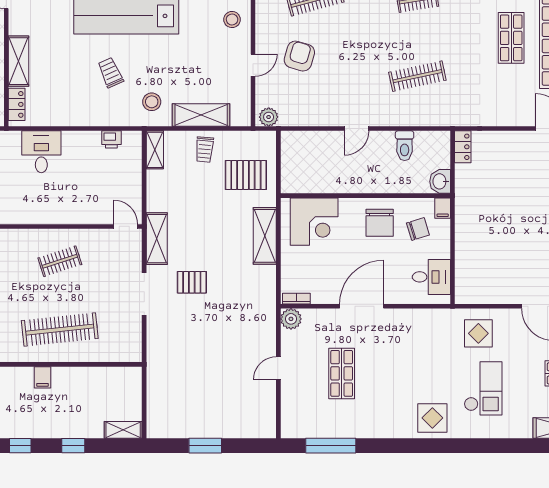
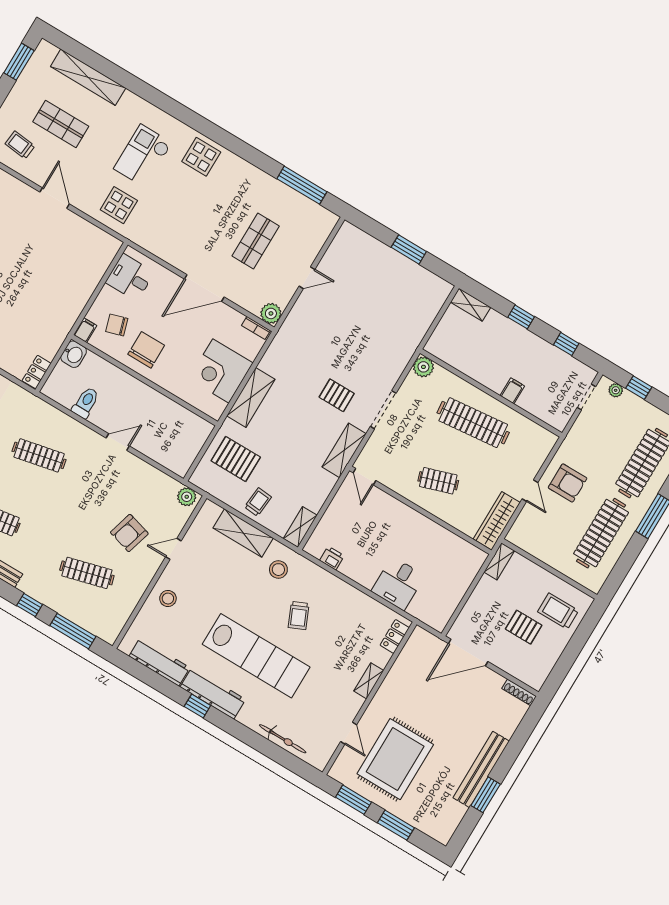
shelving: (19, 61) -> (369, 681), width x0.67, depth x0.75
corner desk: (314, 222) -> (221, 371), moved, turned -90
plant: (132, 352) -> (423, 367), added

